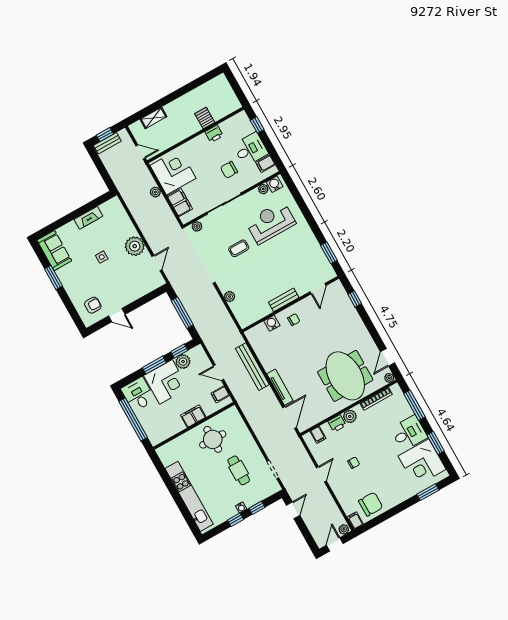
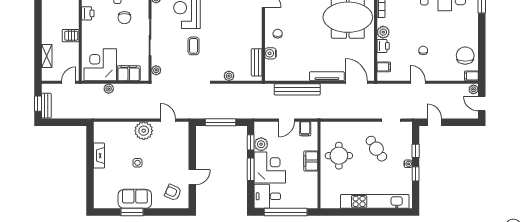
server rack: (205, 118) -> (71, 36), moved
sofa: (54, 251) -> (135, 199), moved
bench: (284, 300) -> (257, 62), moved
armchair: (93, 305) -> (173, 192), turned -67
cafe table: (239, 470) -> (376, 149), turned 55

